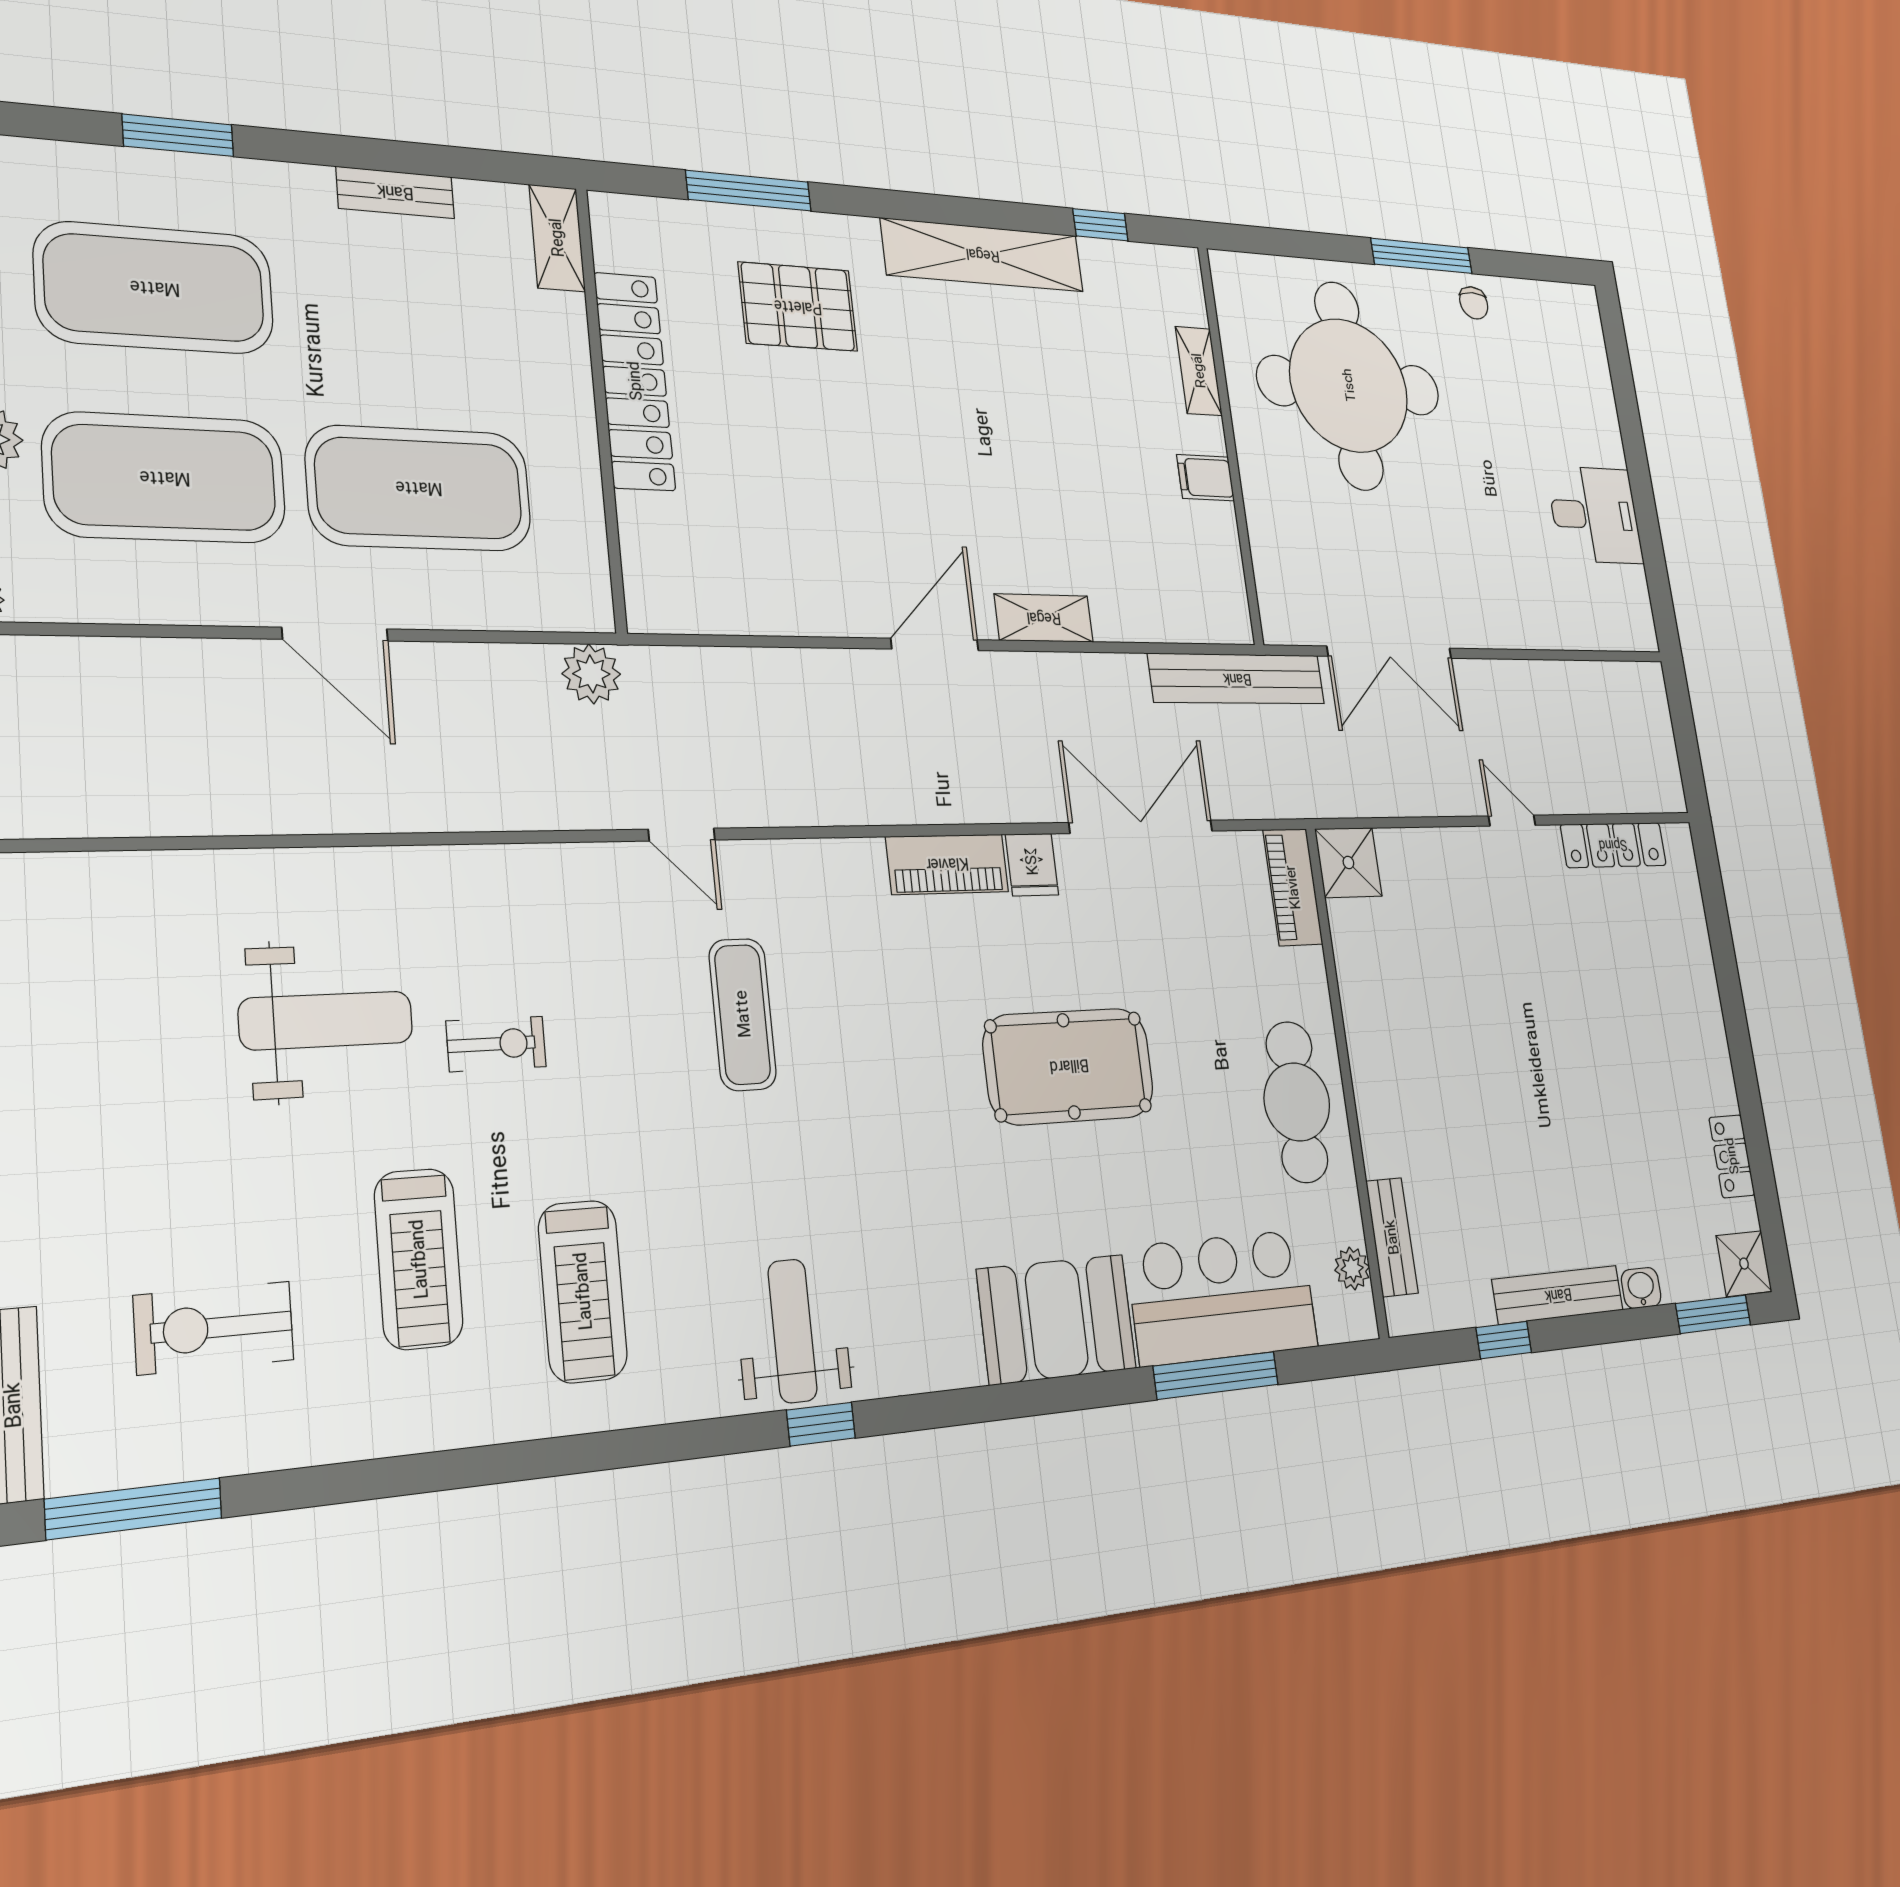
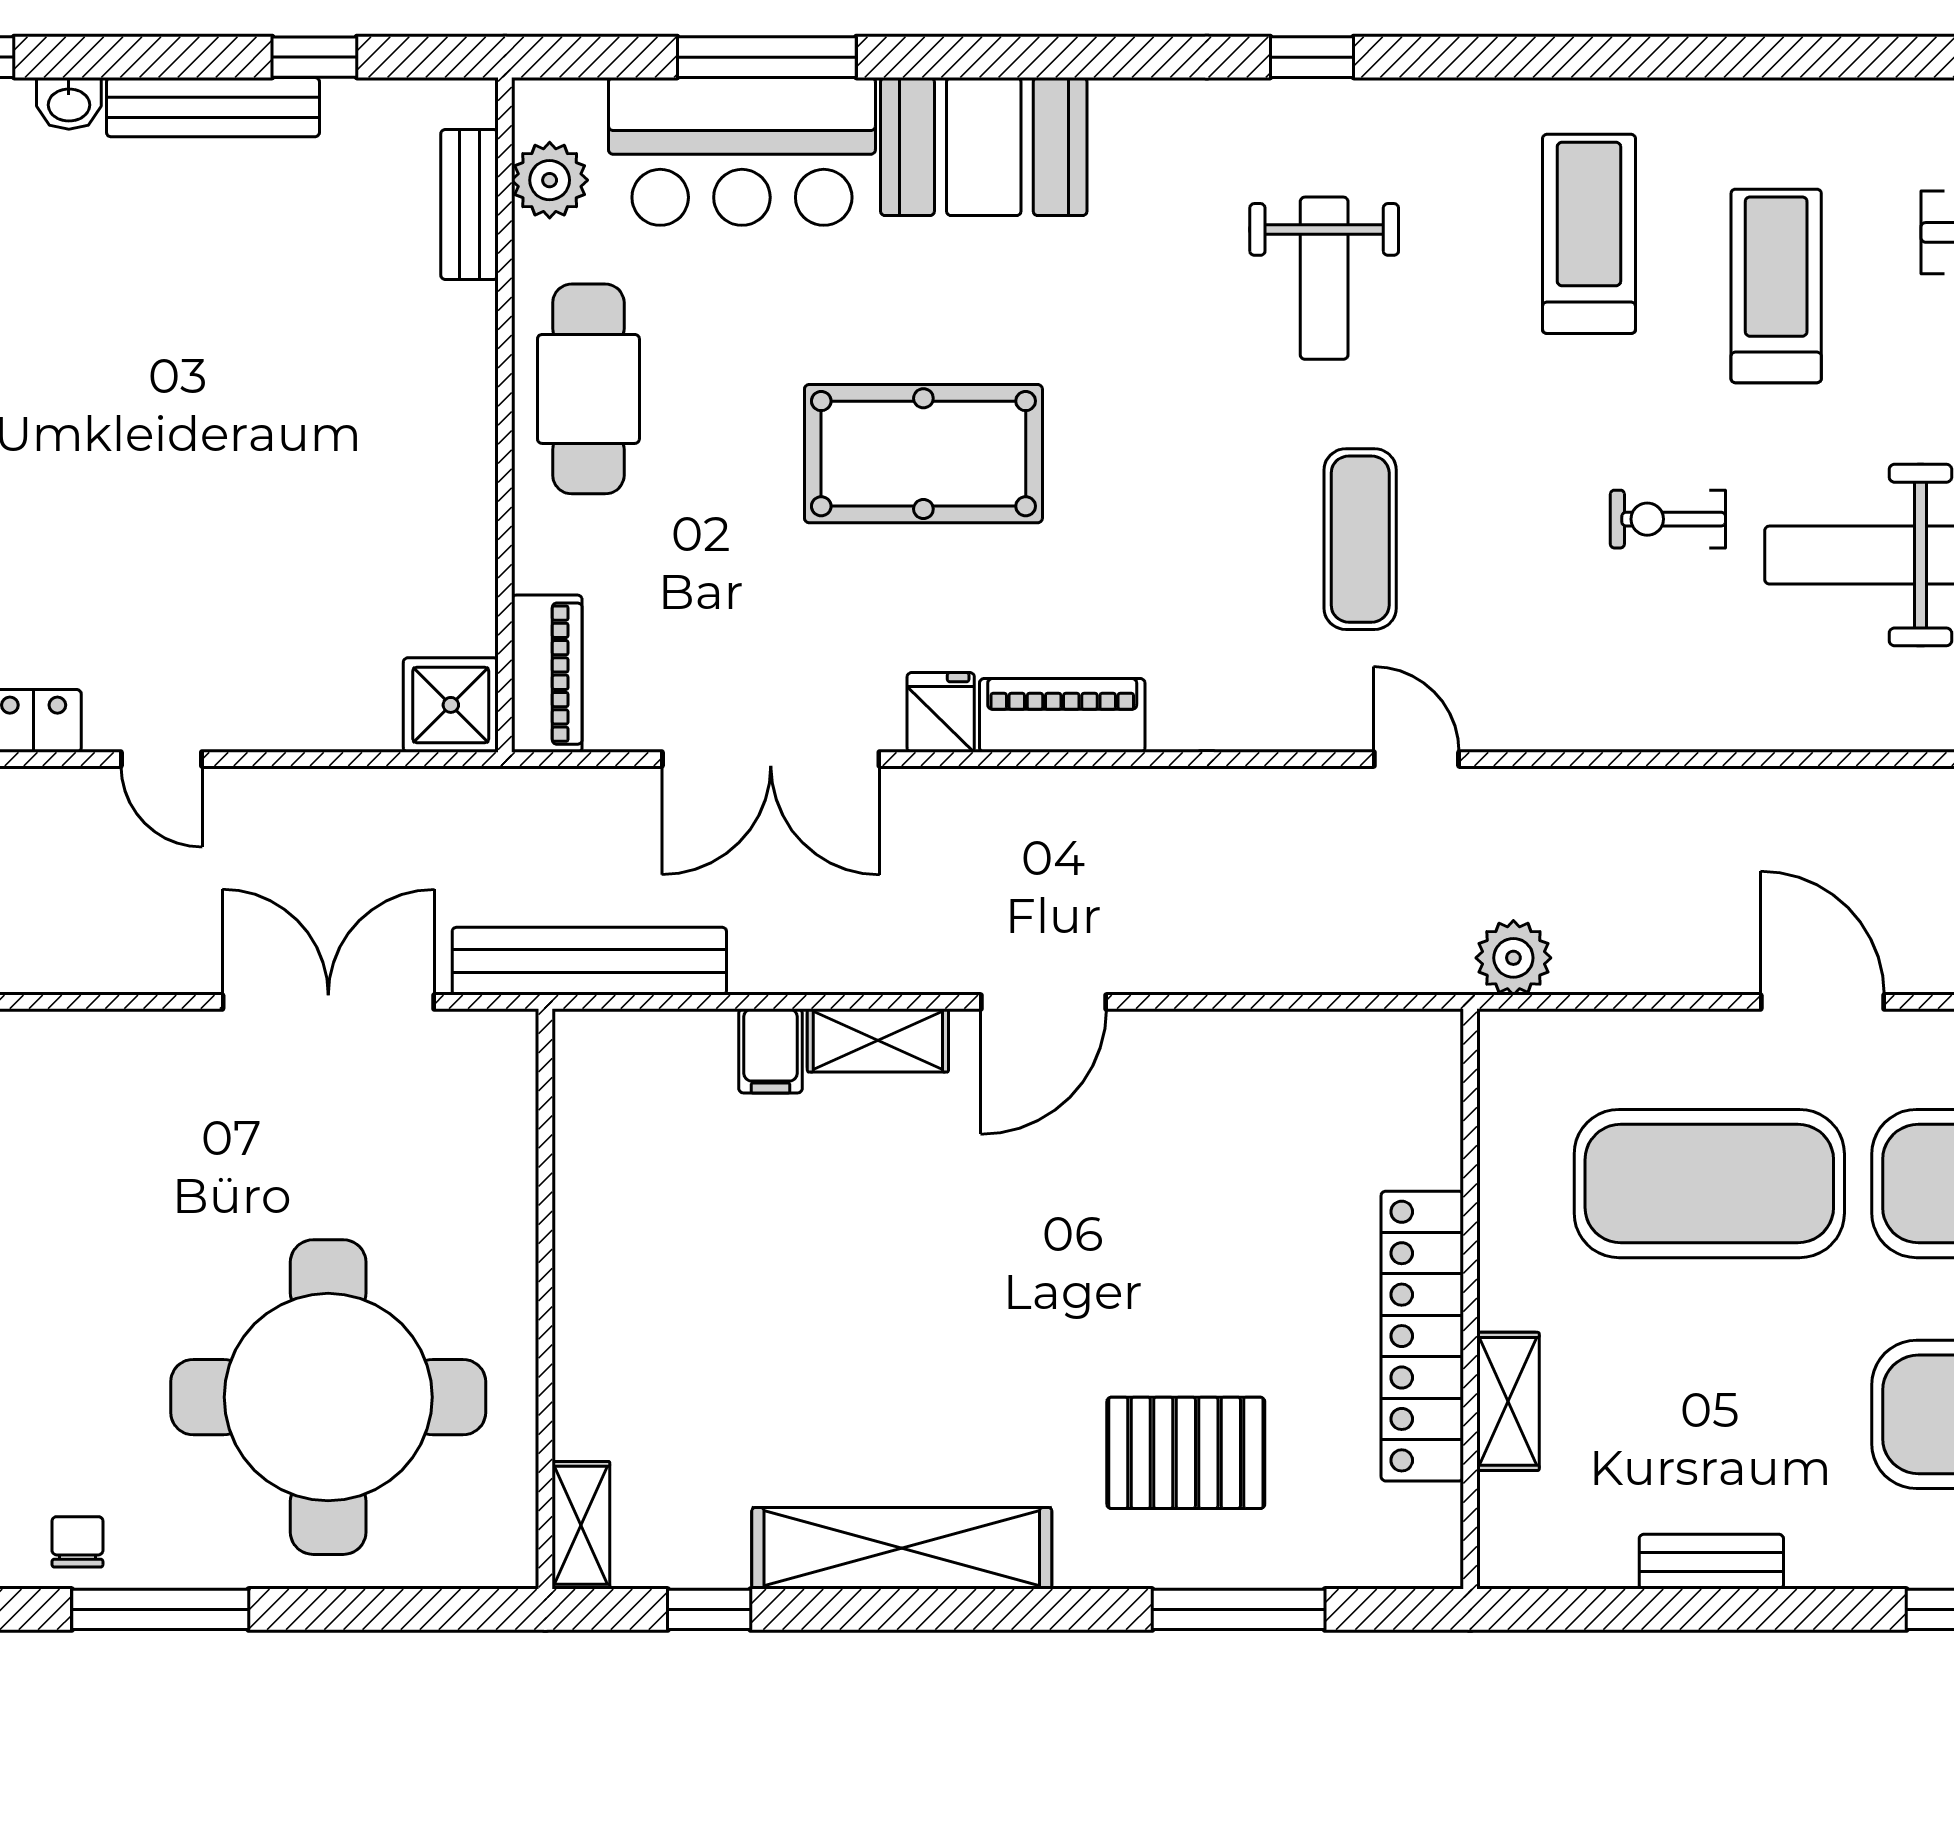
shelving: (557, 238) -> (1508, 1401), moved
shelving: (1199, 371) -> (581, 1525), moved
filing cabinet: (1206, 478) -> (770, 1051), moved, turned 90
plant: (1352, 1268) -> (550, 180), width x1.38, depth x1.38
weight bench: (793, 1331) -> (1324, 278), moved

